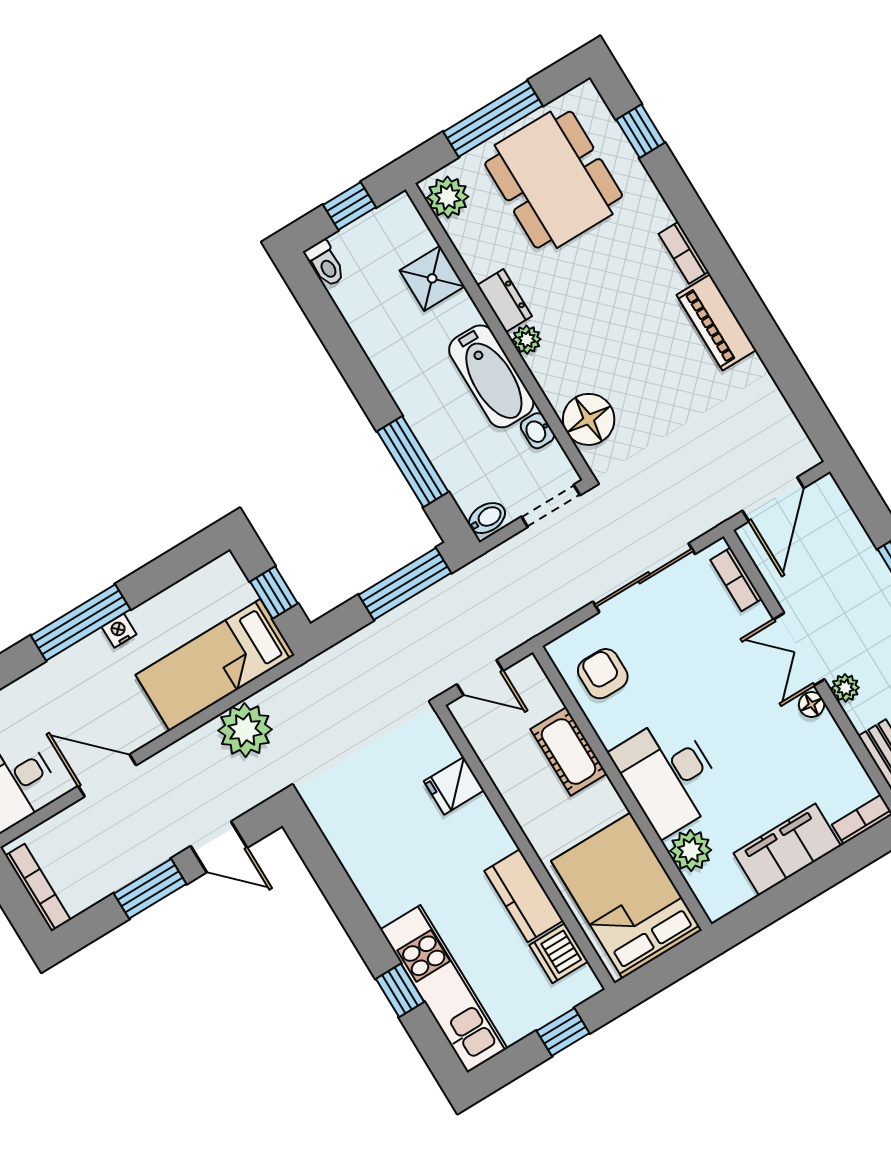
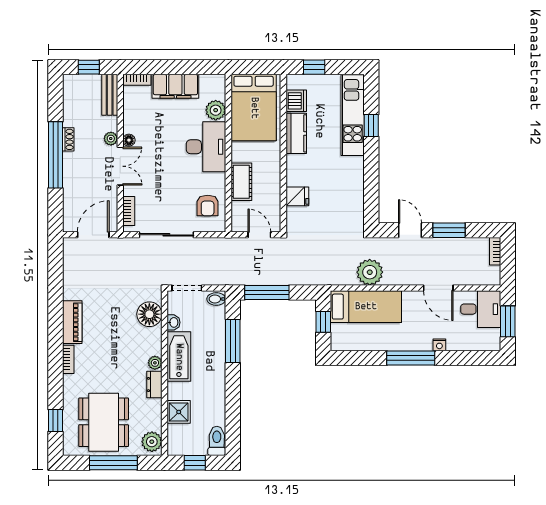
toilet: (325, 264) -> (217, 441), width x1.37, depth x1.39
nightstand: (119, 631) -> (439, 345), moved
bookcase: (38, 888) -> (495, 251), width x0.64

